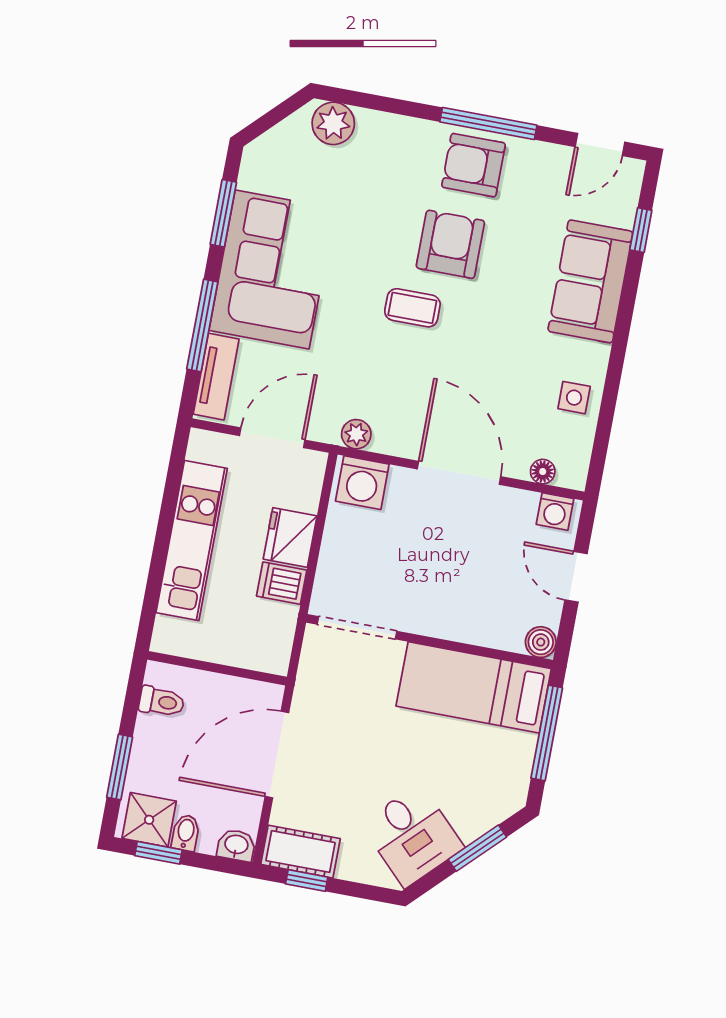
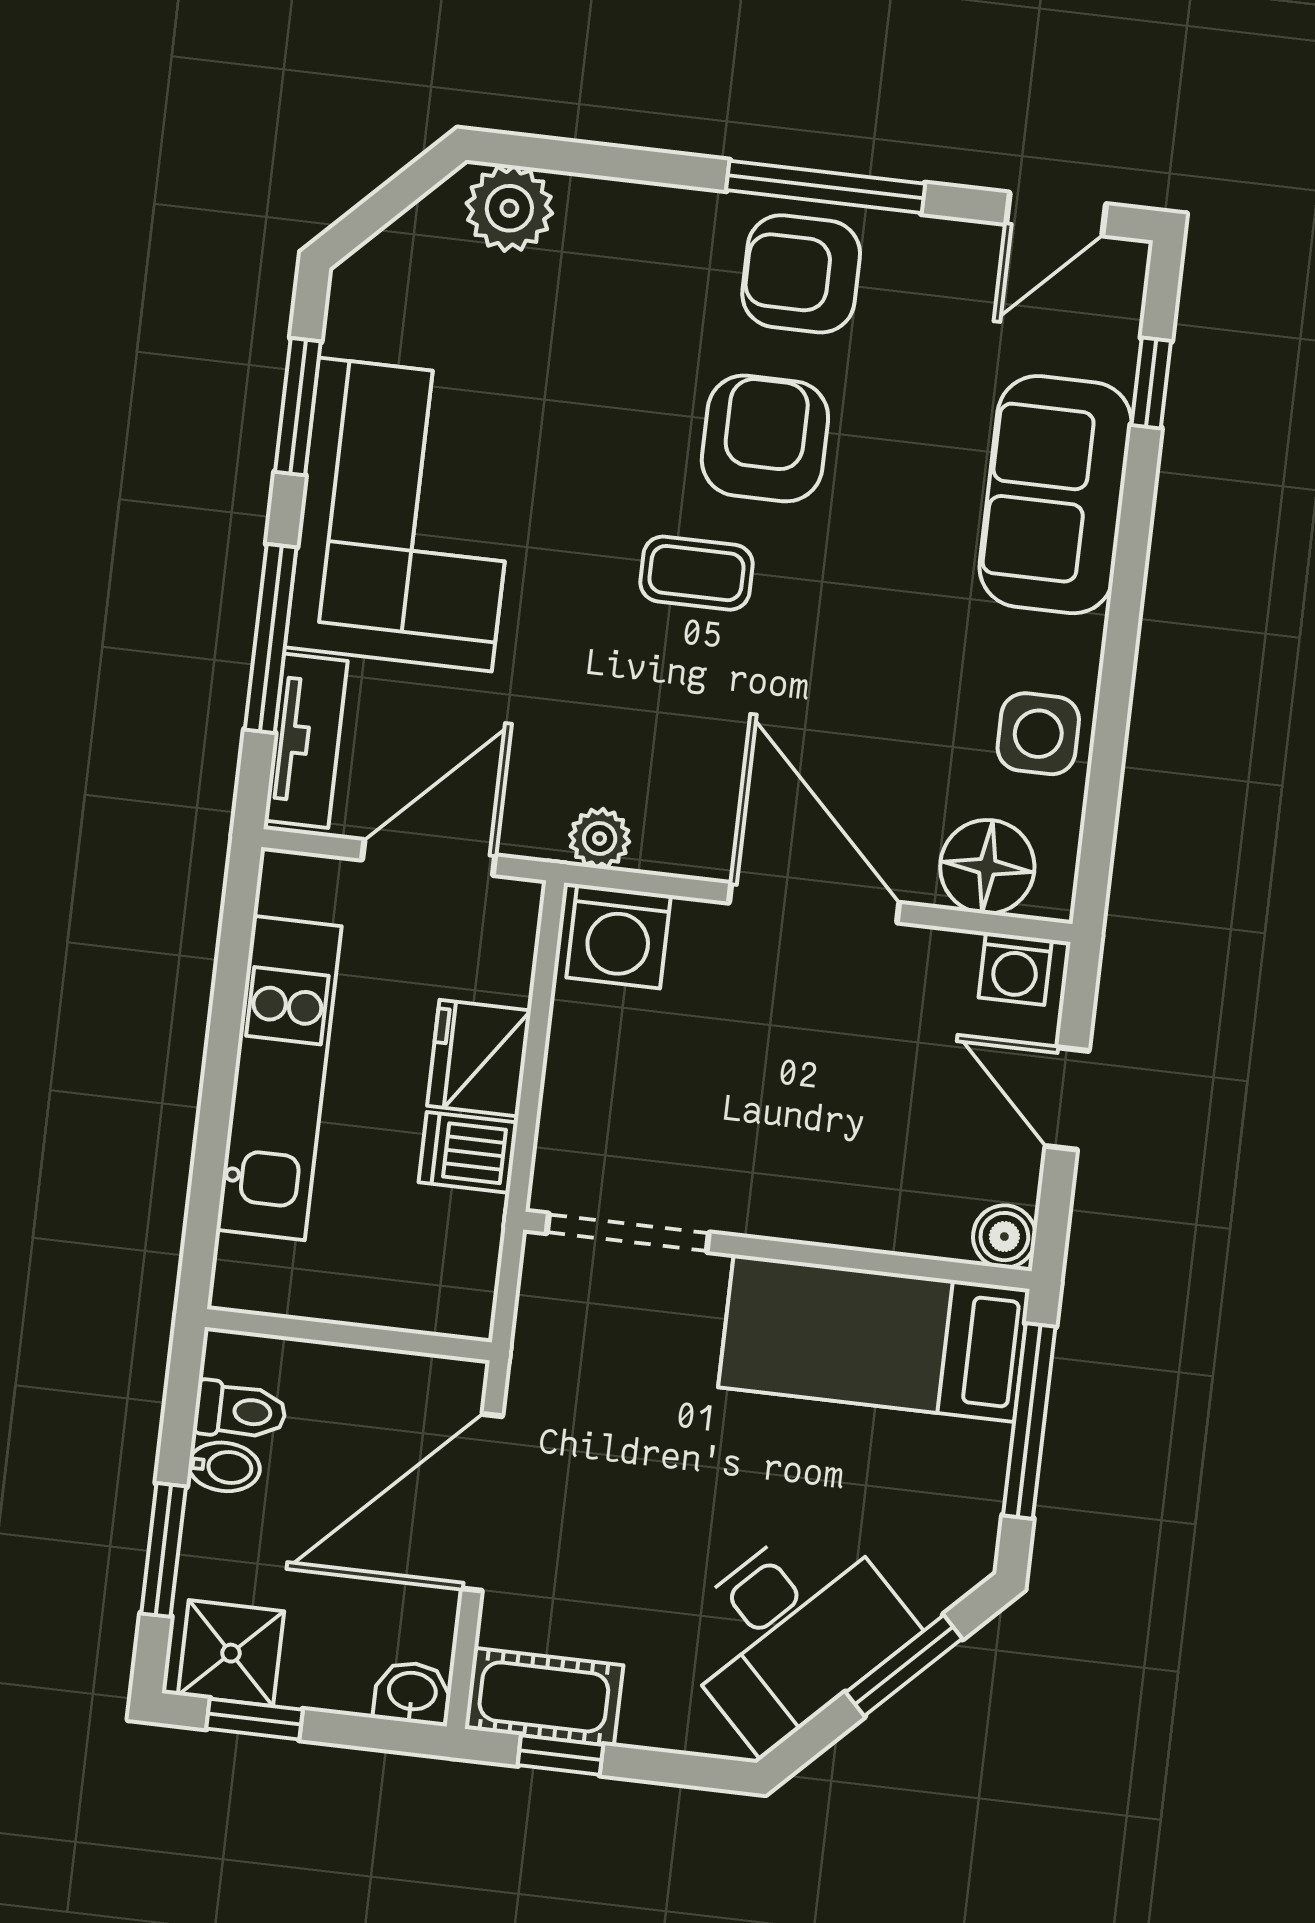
side table: (574, 398) -> (1038, 734), width x1.37, depth x1.37
floor lamp: (543, 472) -> (987, 867), width x1.89, depth x1.89
bidet: (186, 833) -> (224, 1467), moved, turned 90
desk: (412, 836) -> (792, 1631), width x1.37

